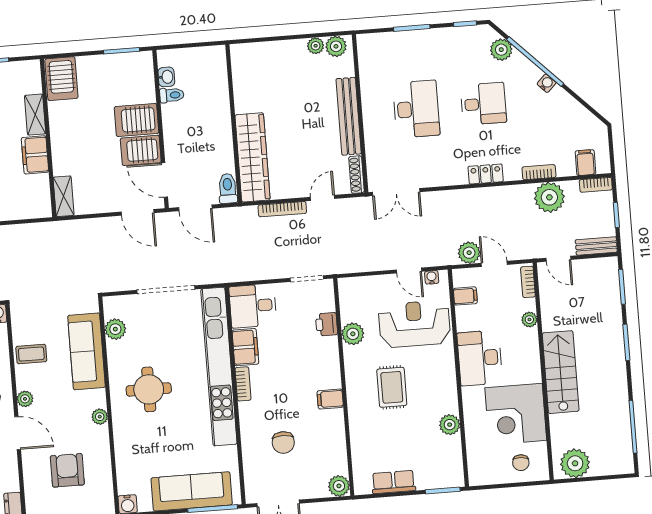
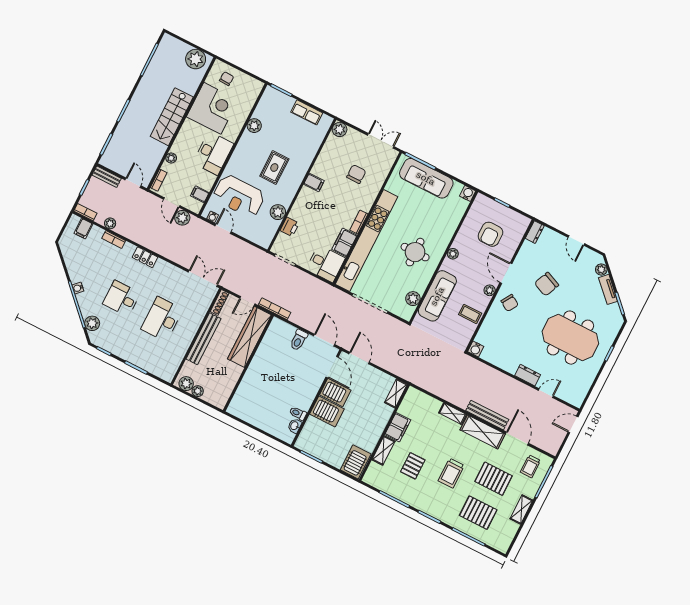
wall: (234, 123) -> (248, 363), moved
wardrobe: (253, 157) -> (250, 337), moved
plant: (549, 197) -> (110, 223), width x0.53, depth x0.53

